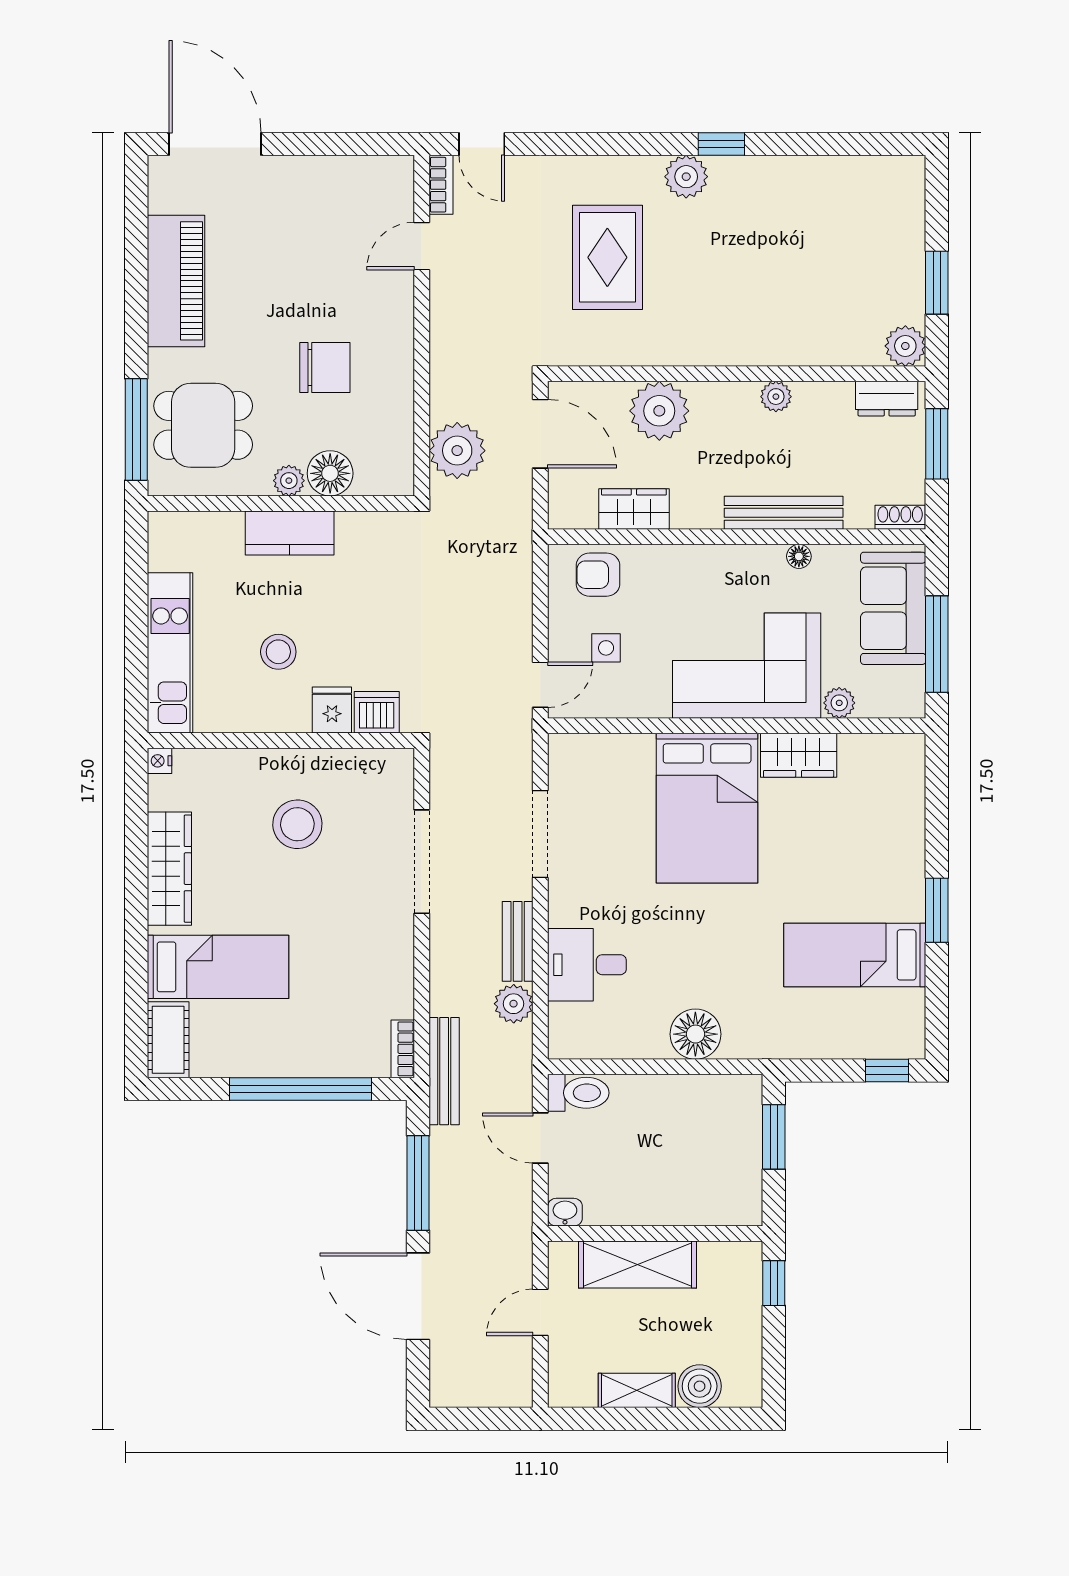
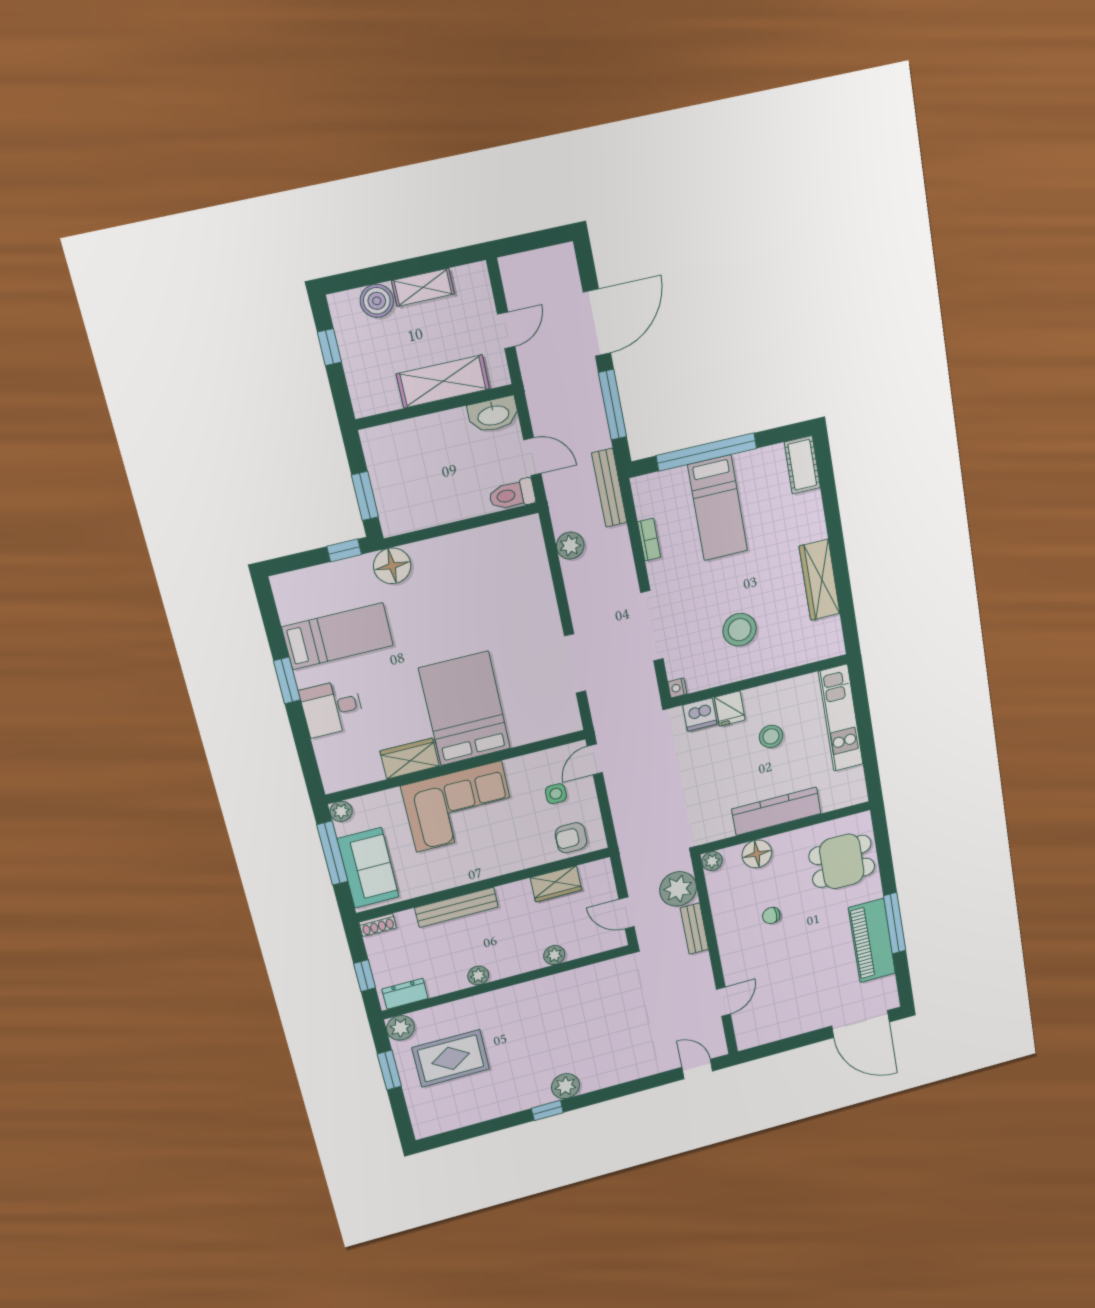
bookcase: (441, 185) -> (718, 1039), removed
rug: (607, 257) -> (451, 1058), moved, turned 90
chair: (325, 368) -> (771, 916), width x0.54, depth x0.54
plant: (659, 411) -> (554, 955), width x0.53, depth x0.53
window: (136, 430) -> (895, 923), moved
door: (540, 434) -> (627, 913), width x0.73
window: (937, 444) -> (365, 976), width x0.67
plant: (289, 481) -> (712, 861), moved
kitchen counter: (290, 533) -> (776, 811), width x1.50
floor lamp: (799, 556) -> (440, 883), removed
armchair: (598, 575) -> (571, 838), turned 180
plant: (839, 703) -> (341, 811), moved
nightstand: (160, 761) -> (677, 688), moved, turned 180
bench: (518, 941) -> (694, 929), moved
desk: (587, 965) -> (332, 708), moved, turned 180
bed: (218, 967) -> (718, 508), moved, turned -90
floor lamp: (695, 1034) -> (392, 566), moved
bookcase: (403, 1049) -> (649, 540), moved
window: (887, 1070) -> (344, 550), moved
washbasin: (565, 1212) -> (493, 415), width x1.91, depth x1.45
window: (774, 1283) -> (329, 347), moved
door: (418, 1296) -> (597, 323), hinge flipped

